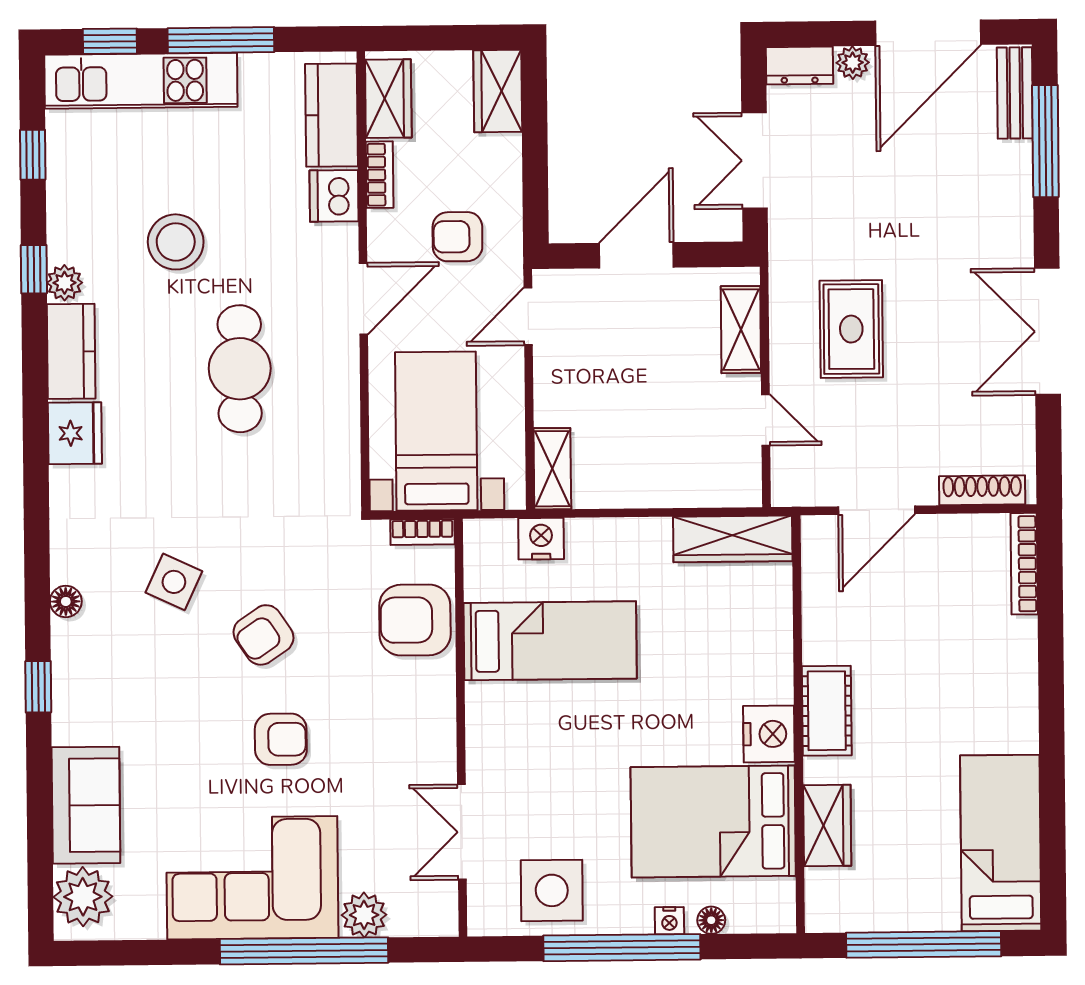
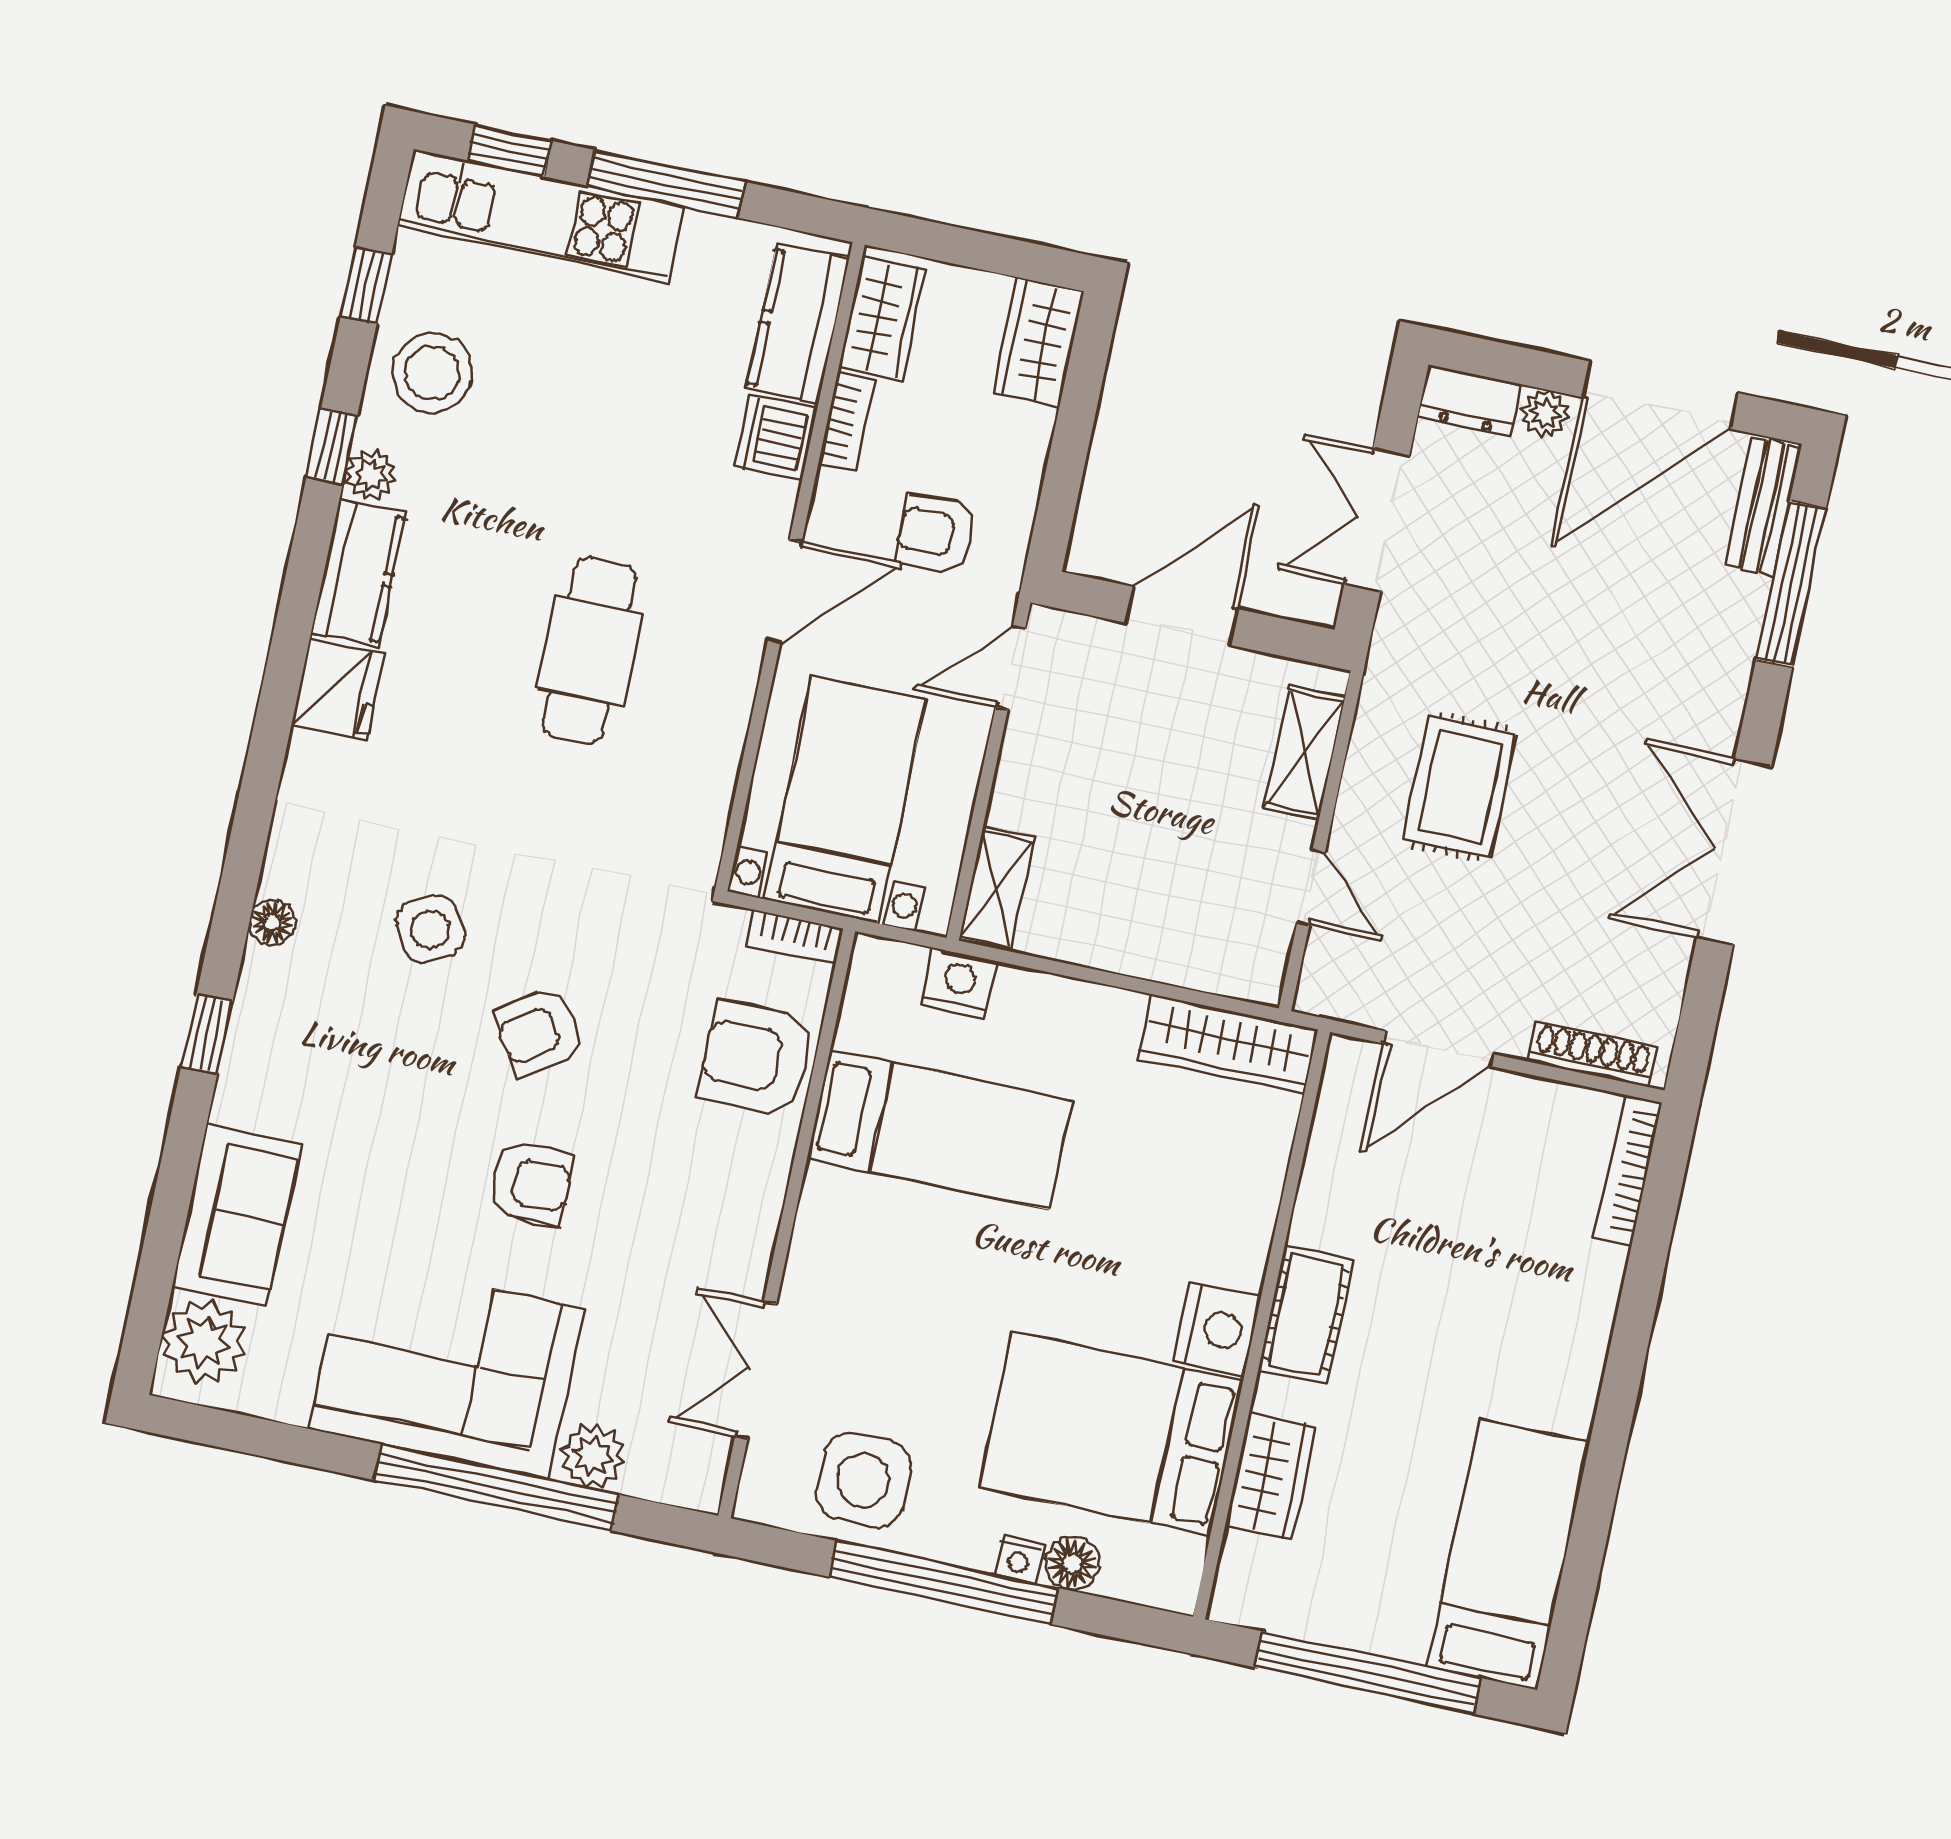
stool: (176, 242) -> (432, 373), moved
side table: (174, 582) -> (430, 929), turned 36
floor lamp: (711, 920) -> (1072, 1563), width x1.37, depth x1.37

